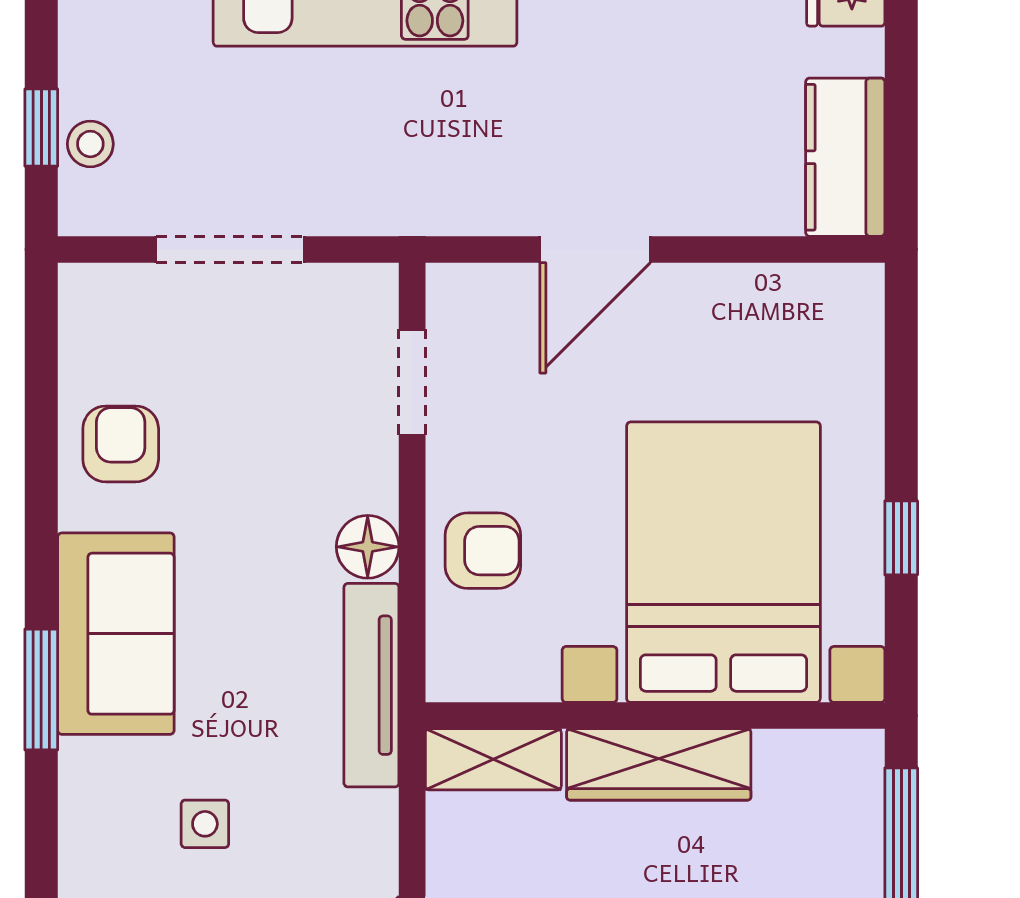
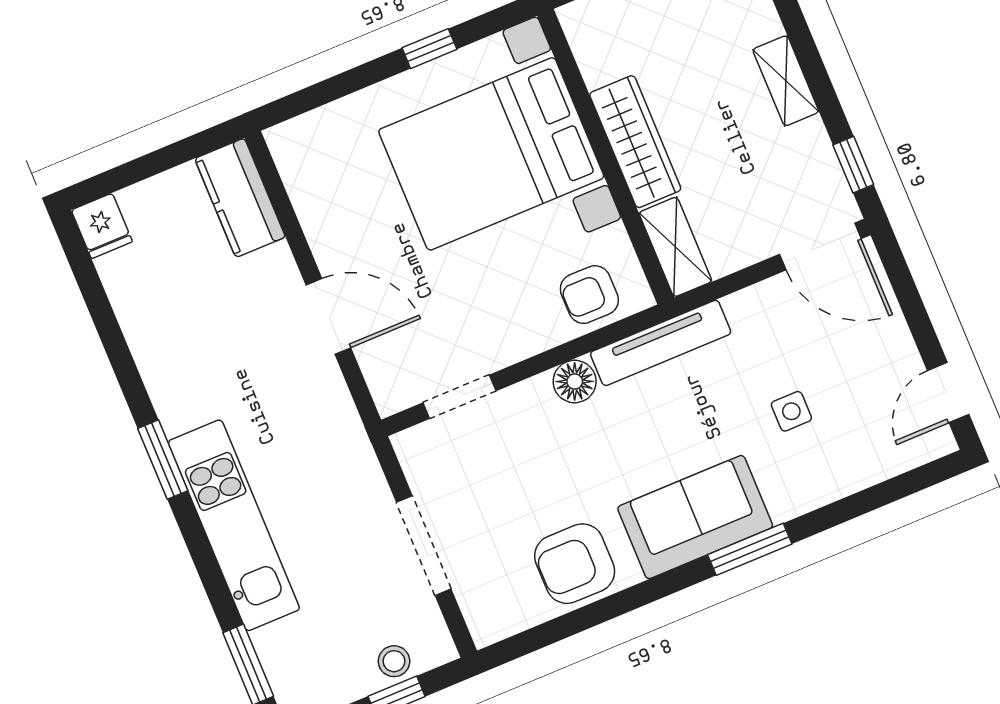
kitchen counter: (845, 157) -> (240, 198), moved, turned 90
armchair: (121, 444) -> (575, 564), width x1.38, depth x1.38
armchair: (483, 551) -> (589, 295), moved, turned -90

